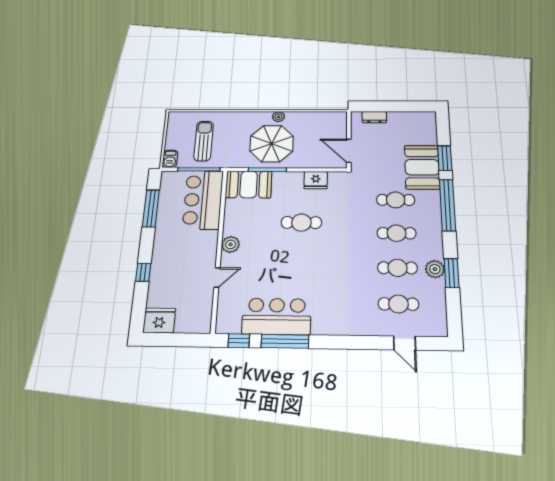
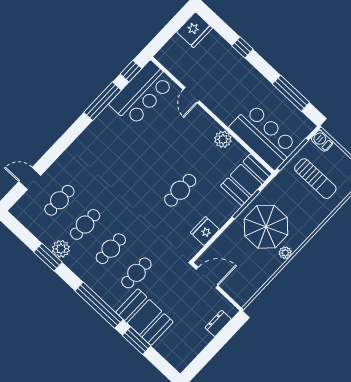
plant: (231, 244) -> (223, 139), moved
bar counter: (277, 316) -> (142, 94), moved

